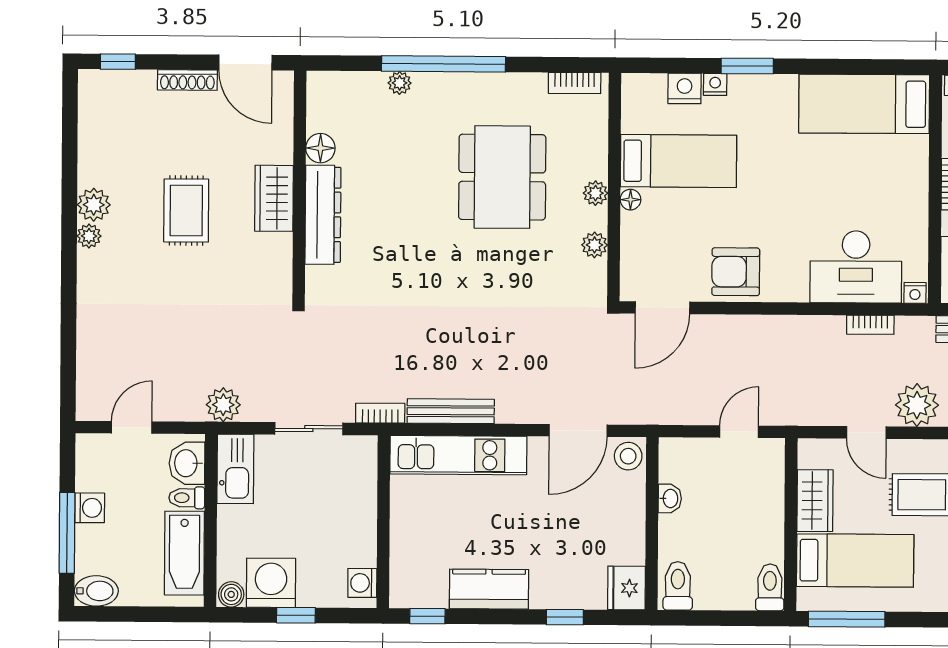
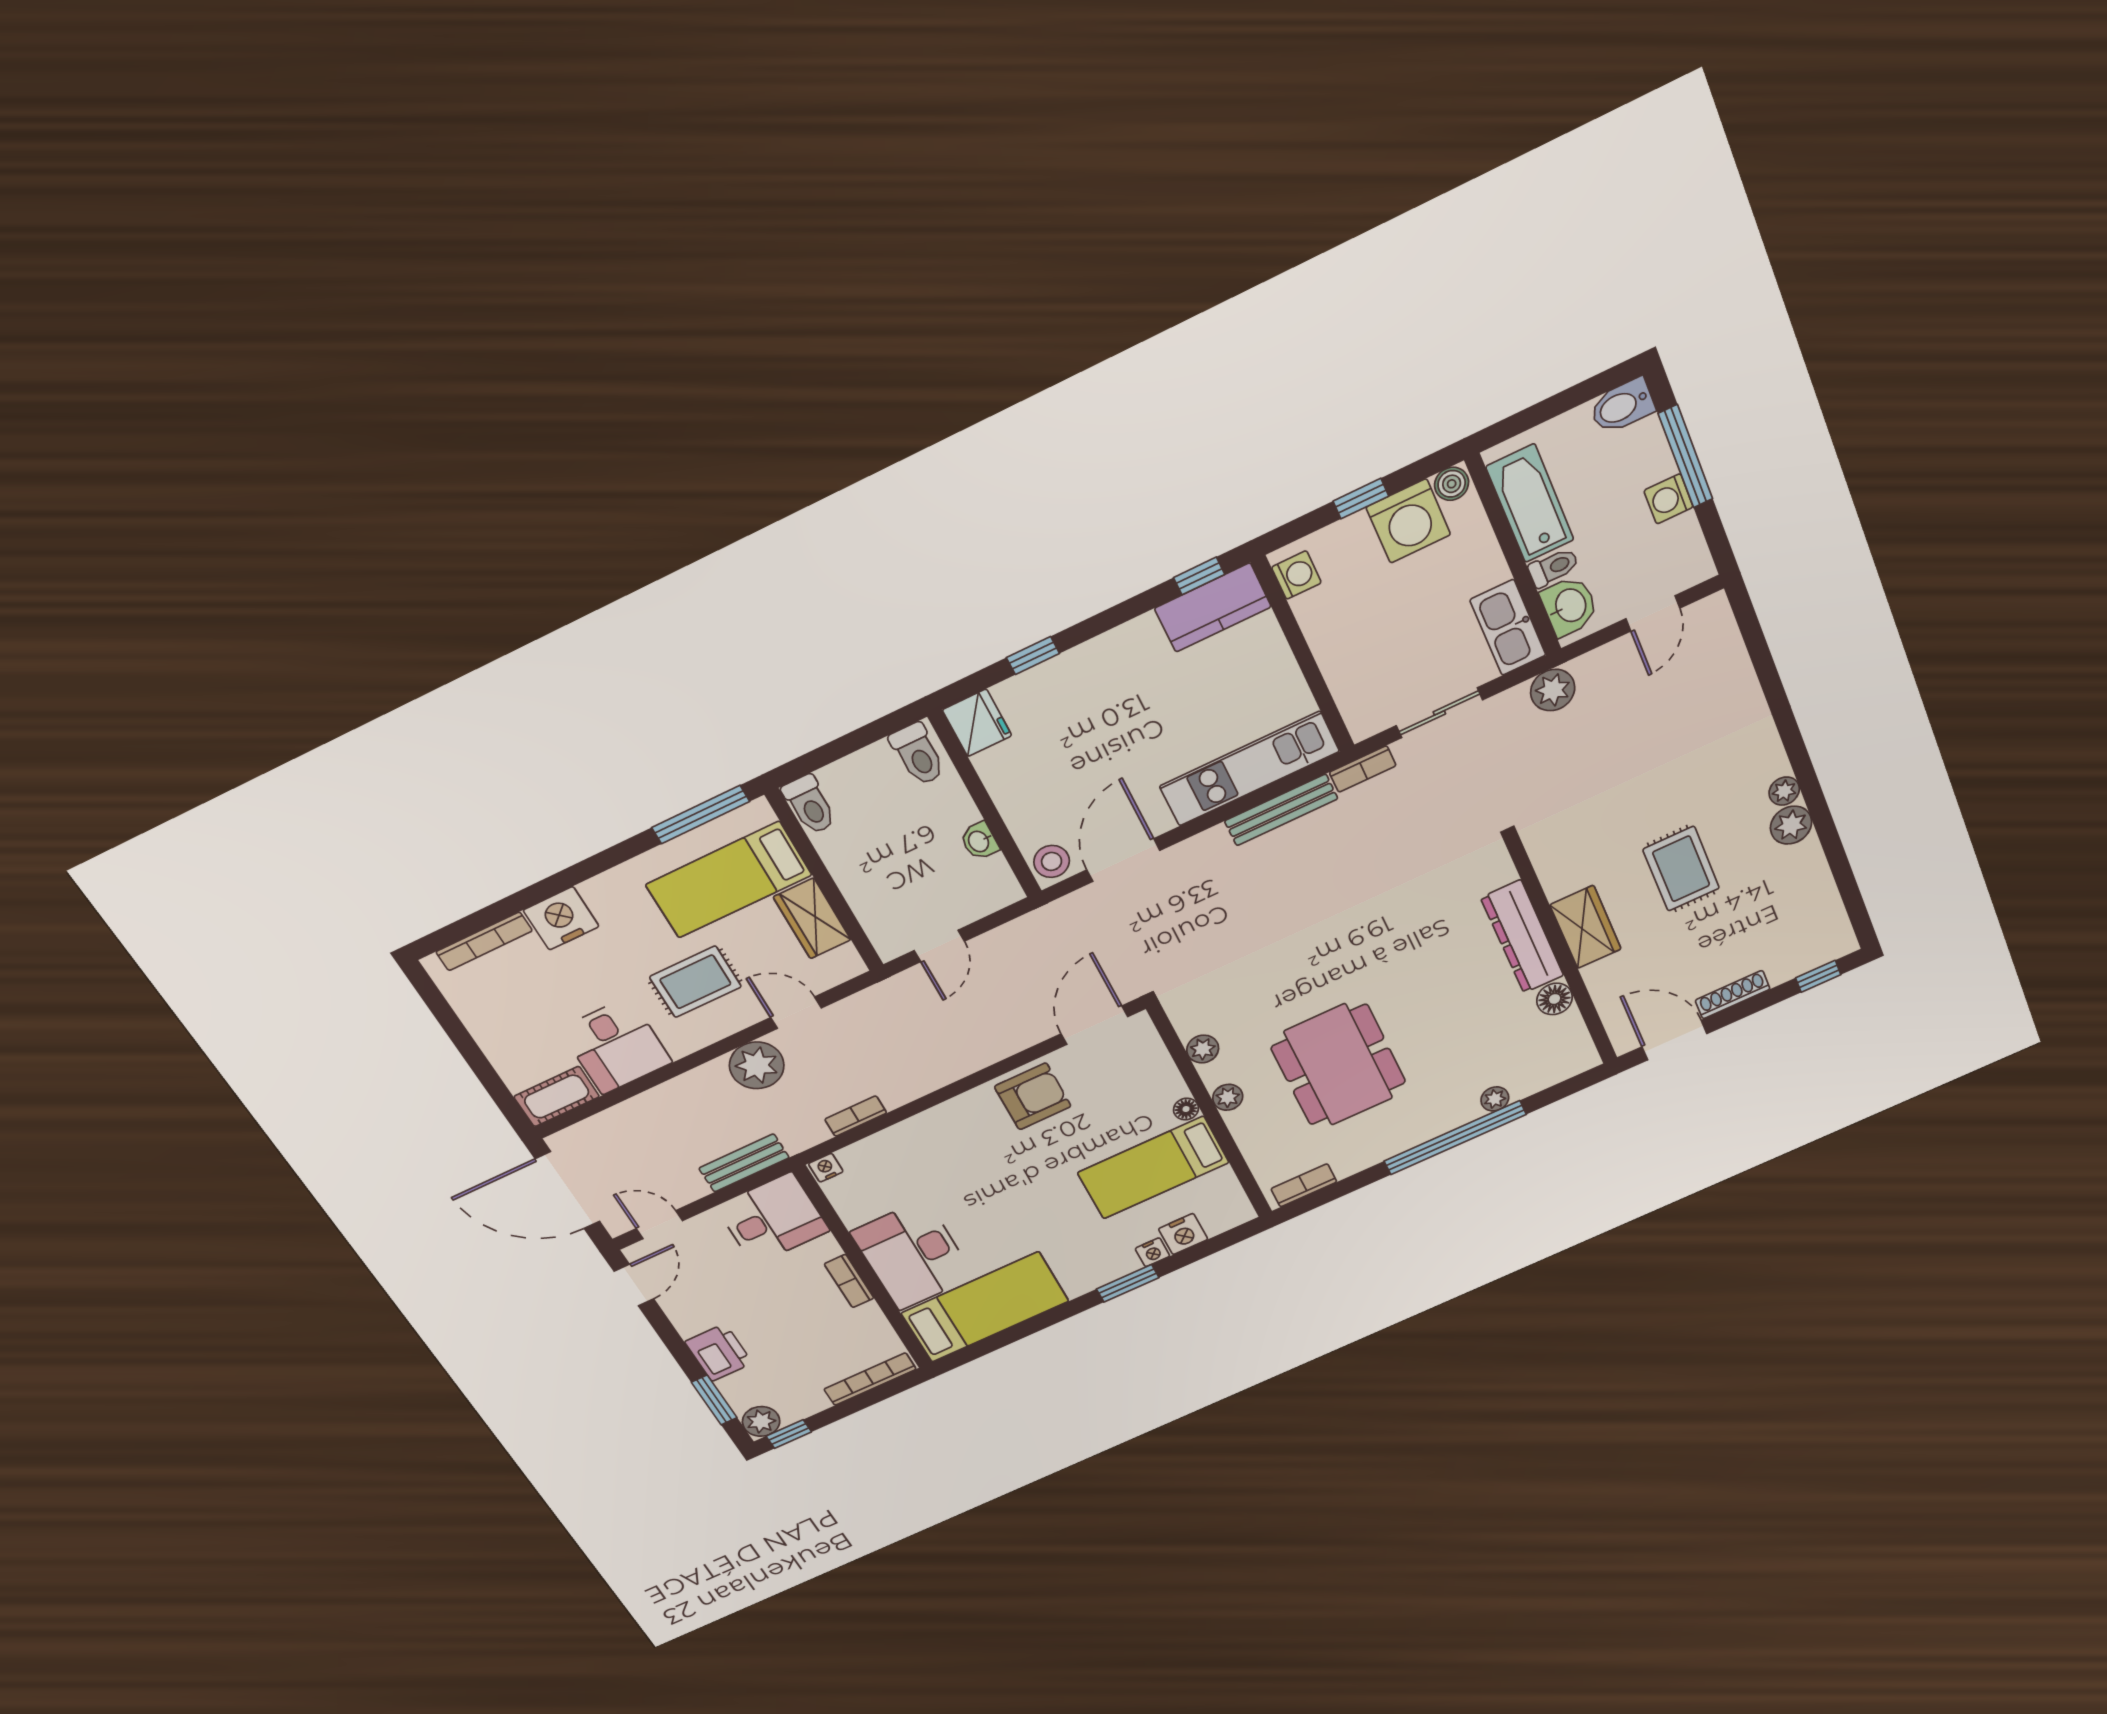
desk: (856, 267) -> (912, 1255), moved, turned -90
kitchen counter: (489, 589) -> (1213, 608), moved

